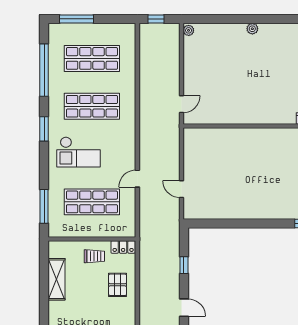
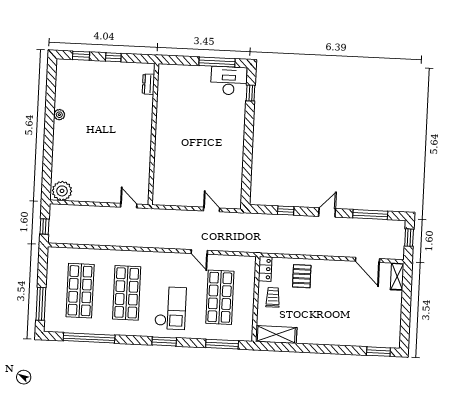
plant: (252, 29) -> (59, 115), moved
plant: (189, 30) -> (62, 191), width x1.88, depth x1.88
window: (44, 129) -> (164, 341), moved
door: (181, 189) -> (212, 209), swing flipped
shelving: (56, 279) -> (276, 335), moved
pallet: (118, 285) -> (302, 276), turned 90

